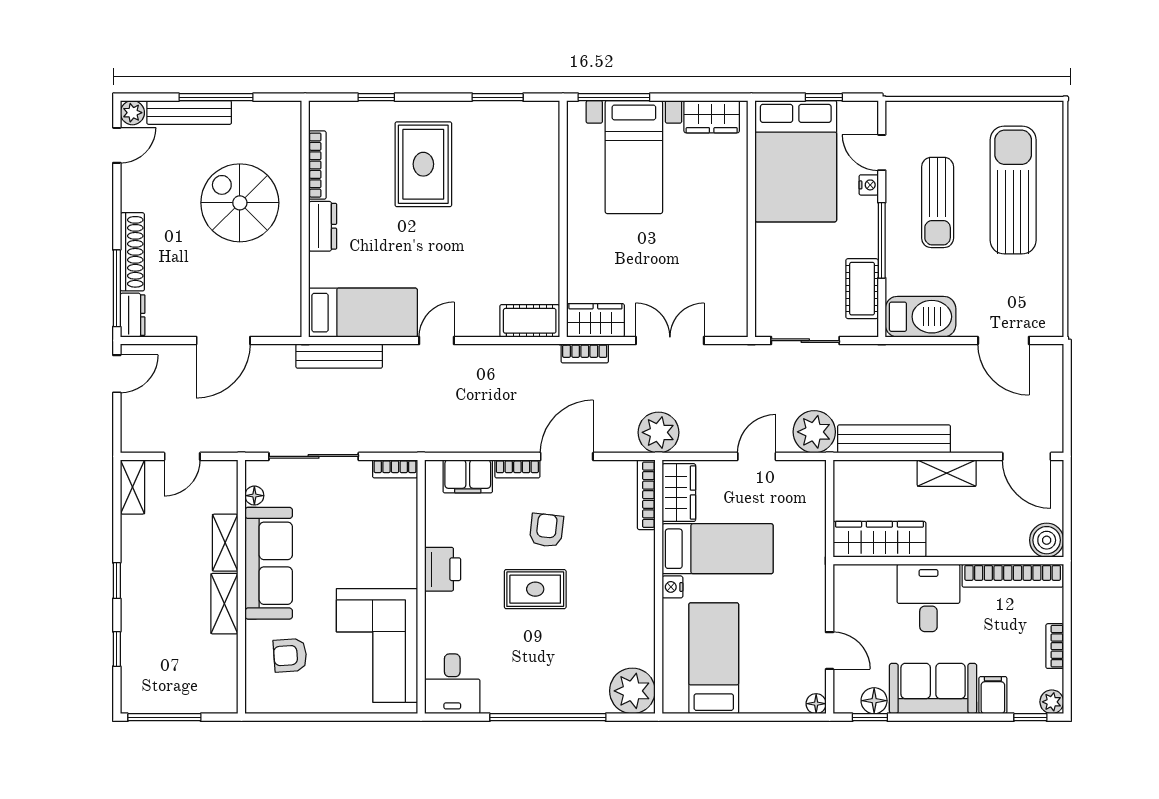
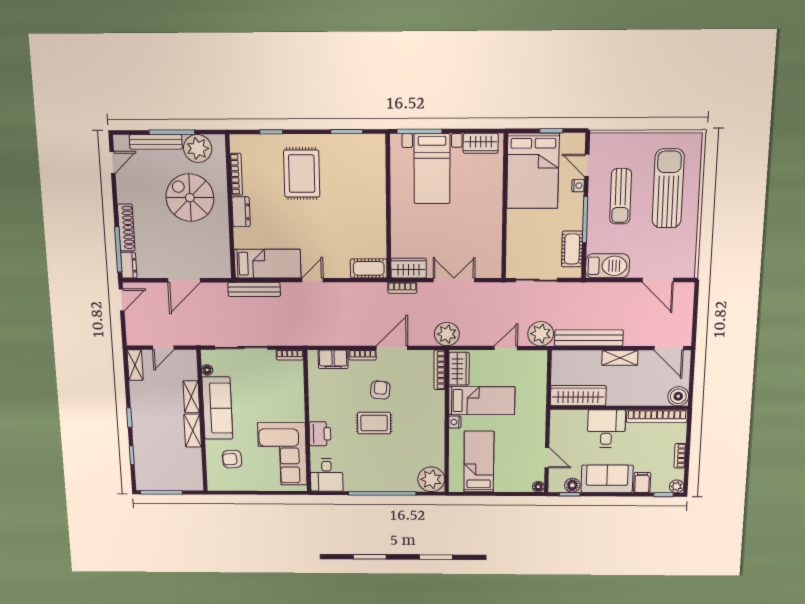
plant: (132, 113) -> (198, 148), moved, width x1.87, depth x1.87
printer: (443, 569) -> (320, 434), moved

